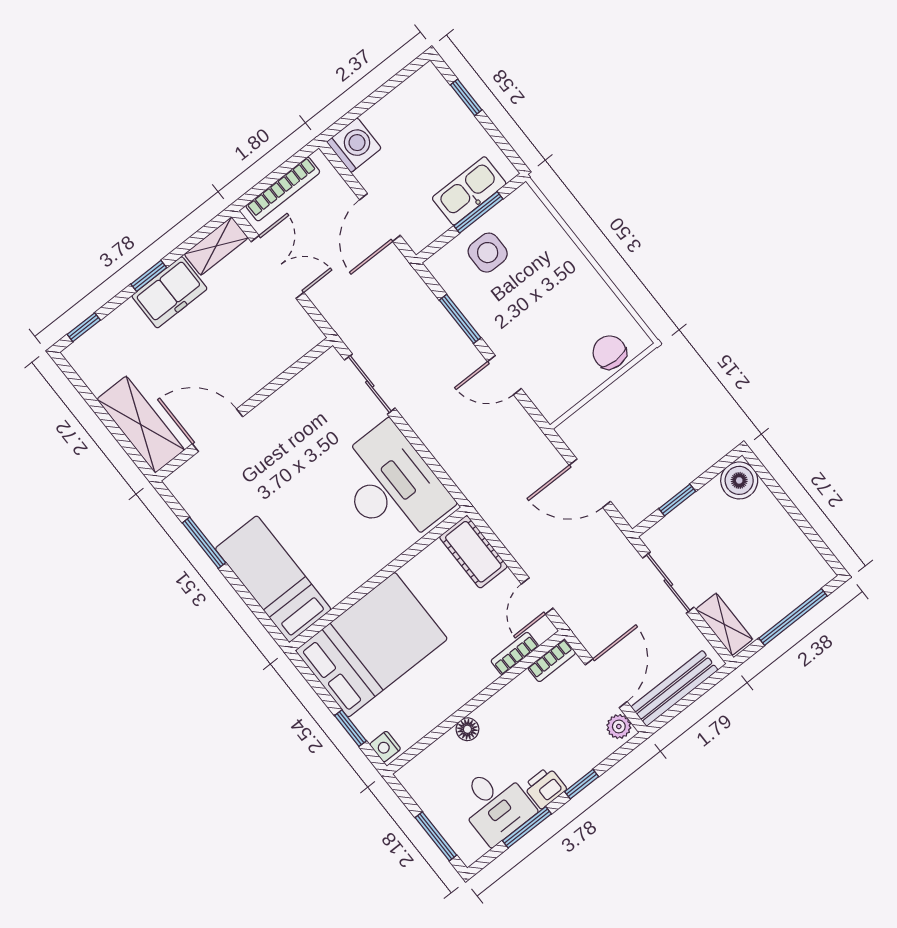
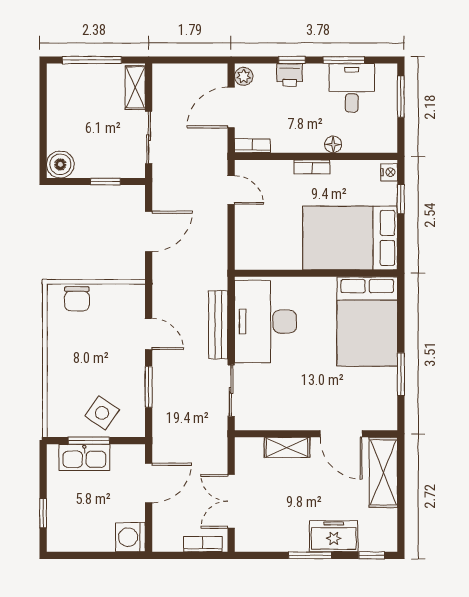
bookcase: (283, 189) -> (203, 544), width x0.64
shelving: (216, 246) -> (287, 447), moved
side table: (488, 253) -> (102, 413), turned 35
window: (149, 276) -> (310, 555), width x1.50
freezer: (169, 292) -> (334, 536), moved
door: (590, 483) -> (149, 231), hinge flipped
cot: (473, 552) -> (248, 245), removed
bed: (273, 579) -> (367, 321), width x1.50
door: (537, 596) -> (231, 190), hinge flipped
bookcase: (515, 653) -> (312, 167), moved
bench: (674, 688) -> (218, 325), moved, turned 90
printer: (545, 788) -> (290, 75), moved

